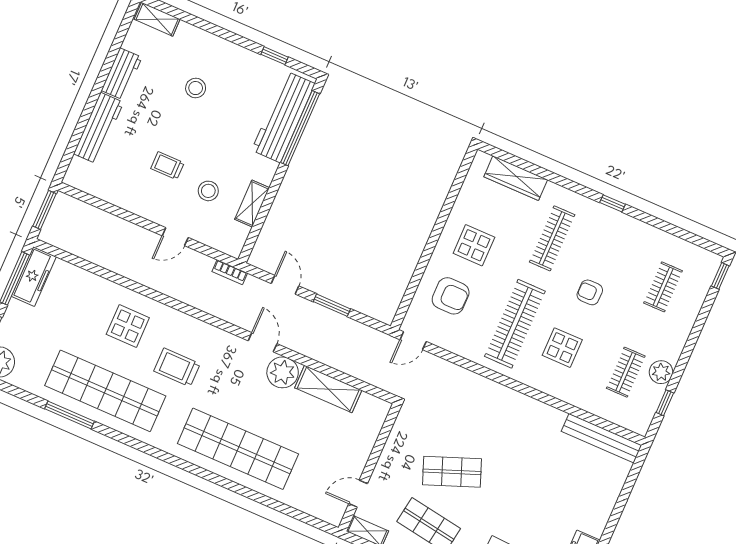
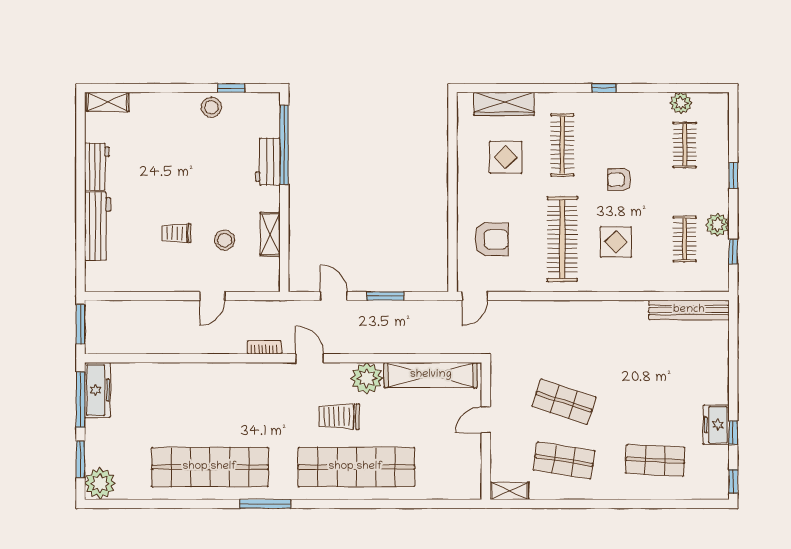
stool: (196, 88) -> (211, 107), moved
workbench: (283, 117) -> (268, 162), width x0.53, depth x0.76
display table: (474, 245) -> (506, 157), moved
plant: (676, 247) -> (681, 103), added
bookcase: (230, 272) -> (264, 347), moved, turned 180
window: (720, 276) -> (733, 176), moved
display table: (128, 326) -> (205, 398), removed
door: (263, 342) -> (310, 358), moved
trolley: (177, 367) -> (339, 417), moved
shelving: (328, 389) -> (431, 375), width x1.47
window: (70, 415) -> (265, 504), moved
shop shelf: (452, 472) -> (564, 402), turned 39
door: (358, 494) -> (486, 420), moved

